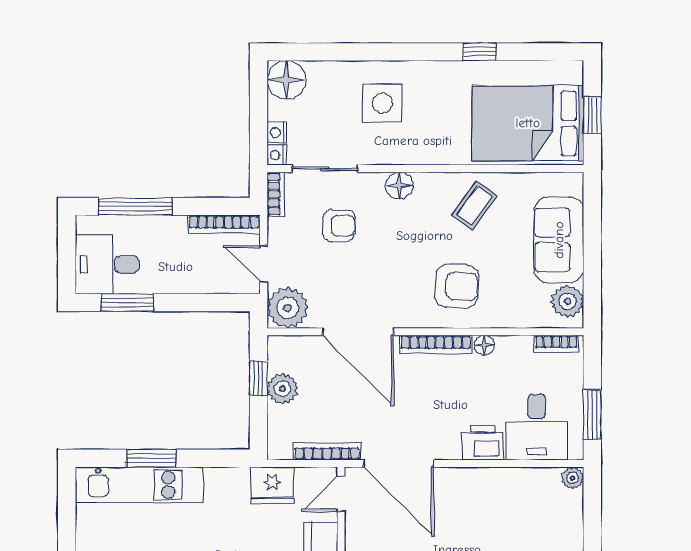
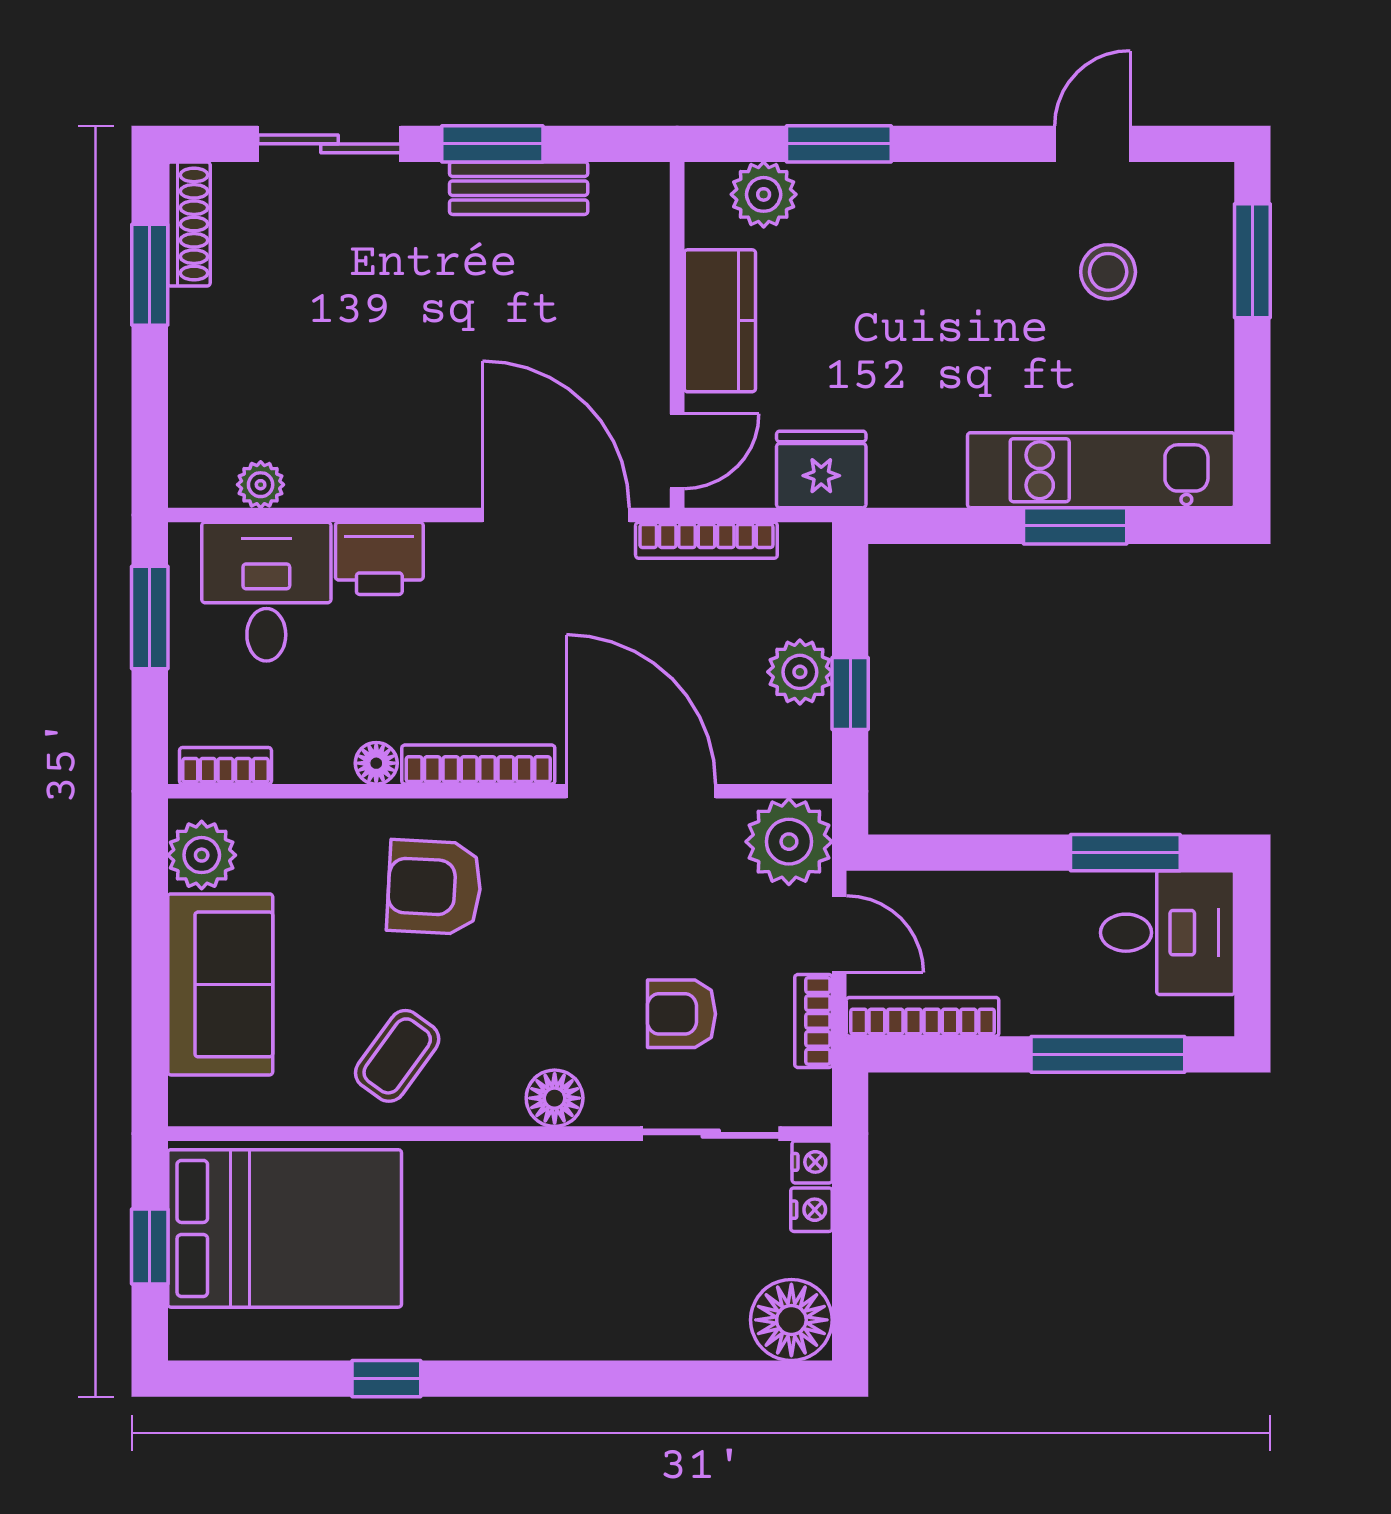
side table: (382, 103) -> (590, 1271), removed
bookcase: (276, 194) -> (813, 1021), moved
plant: (573, 478) -> (261, 485), moved

